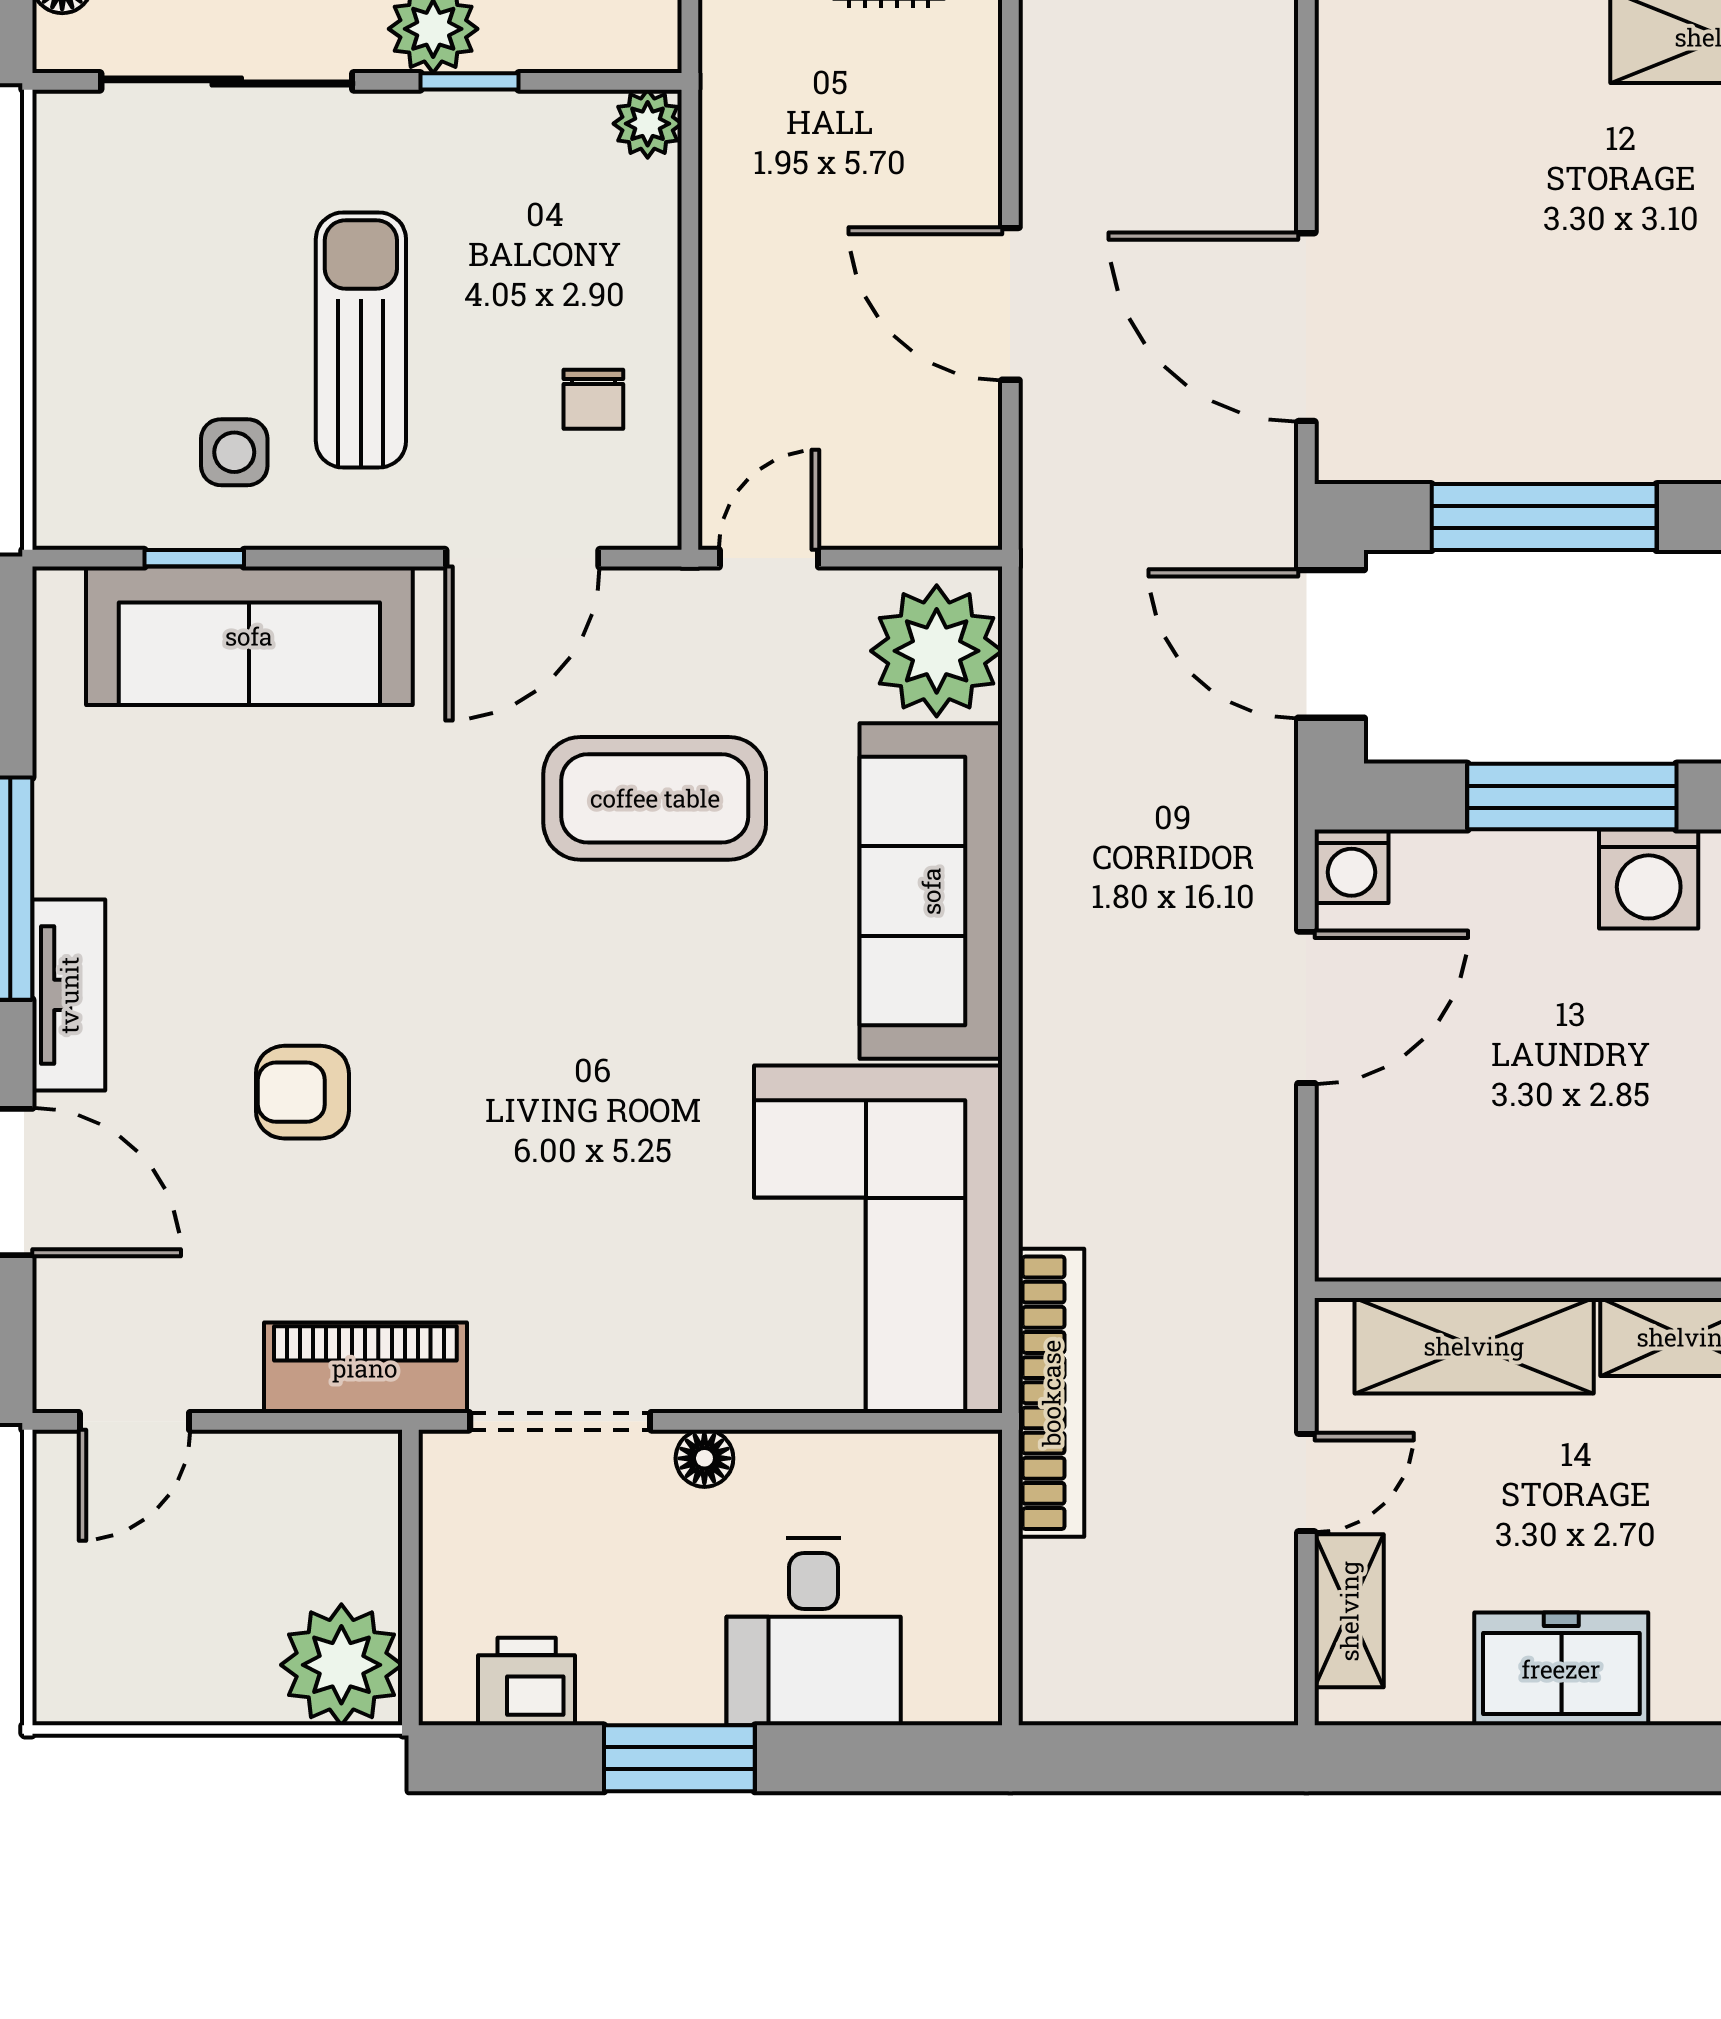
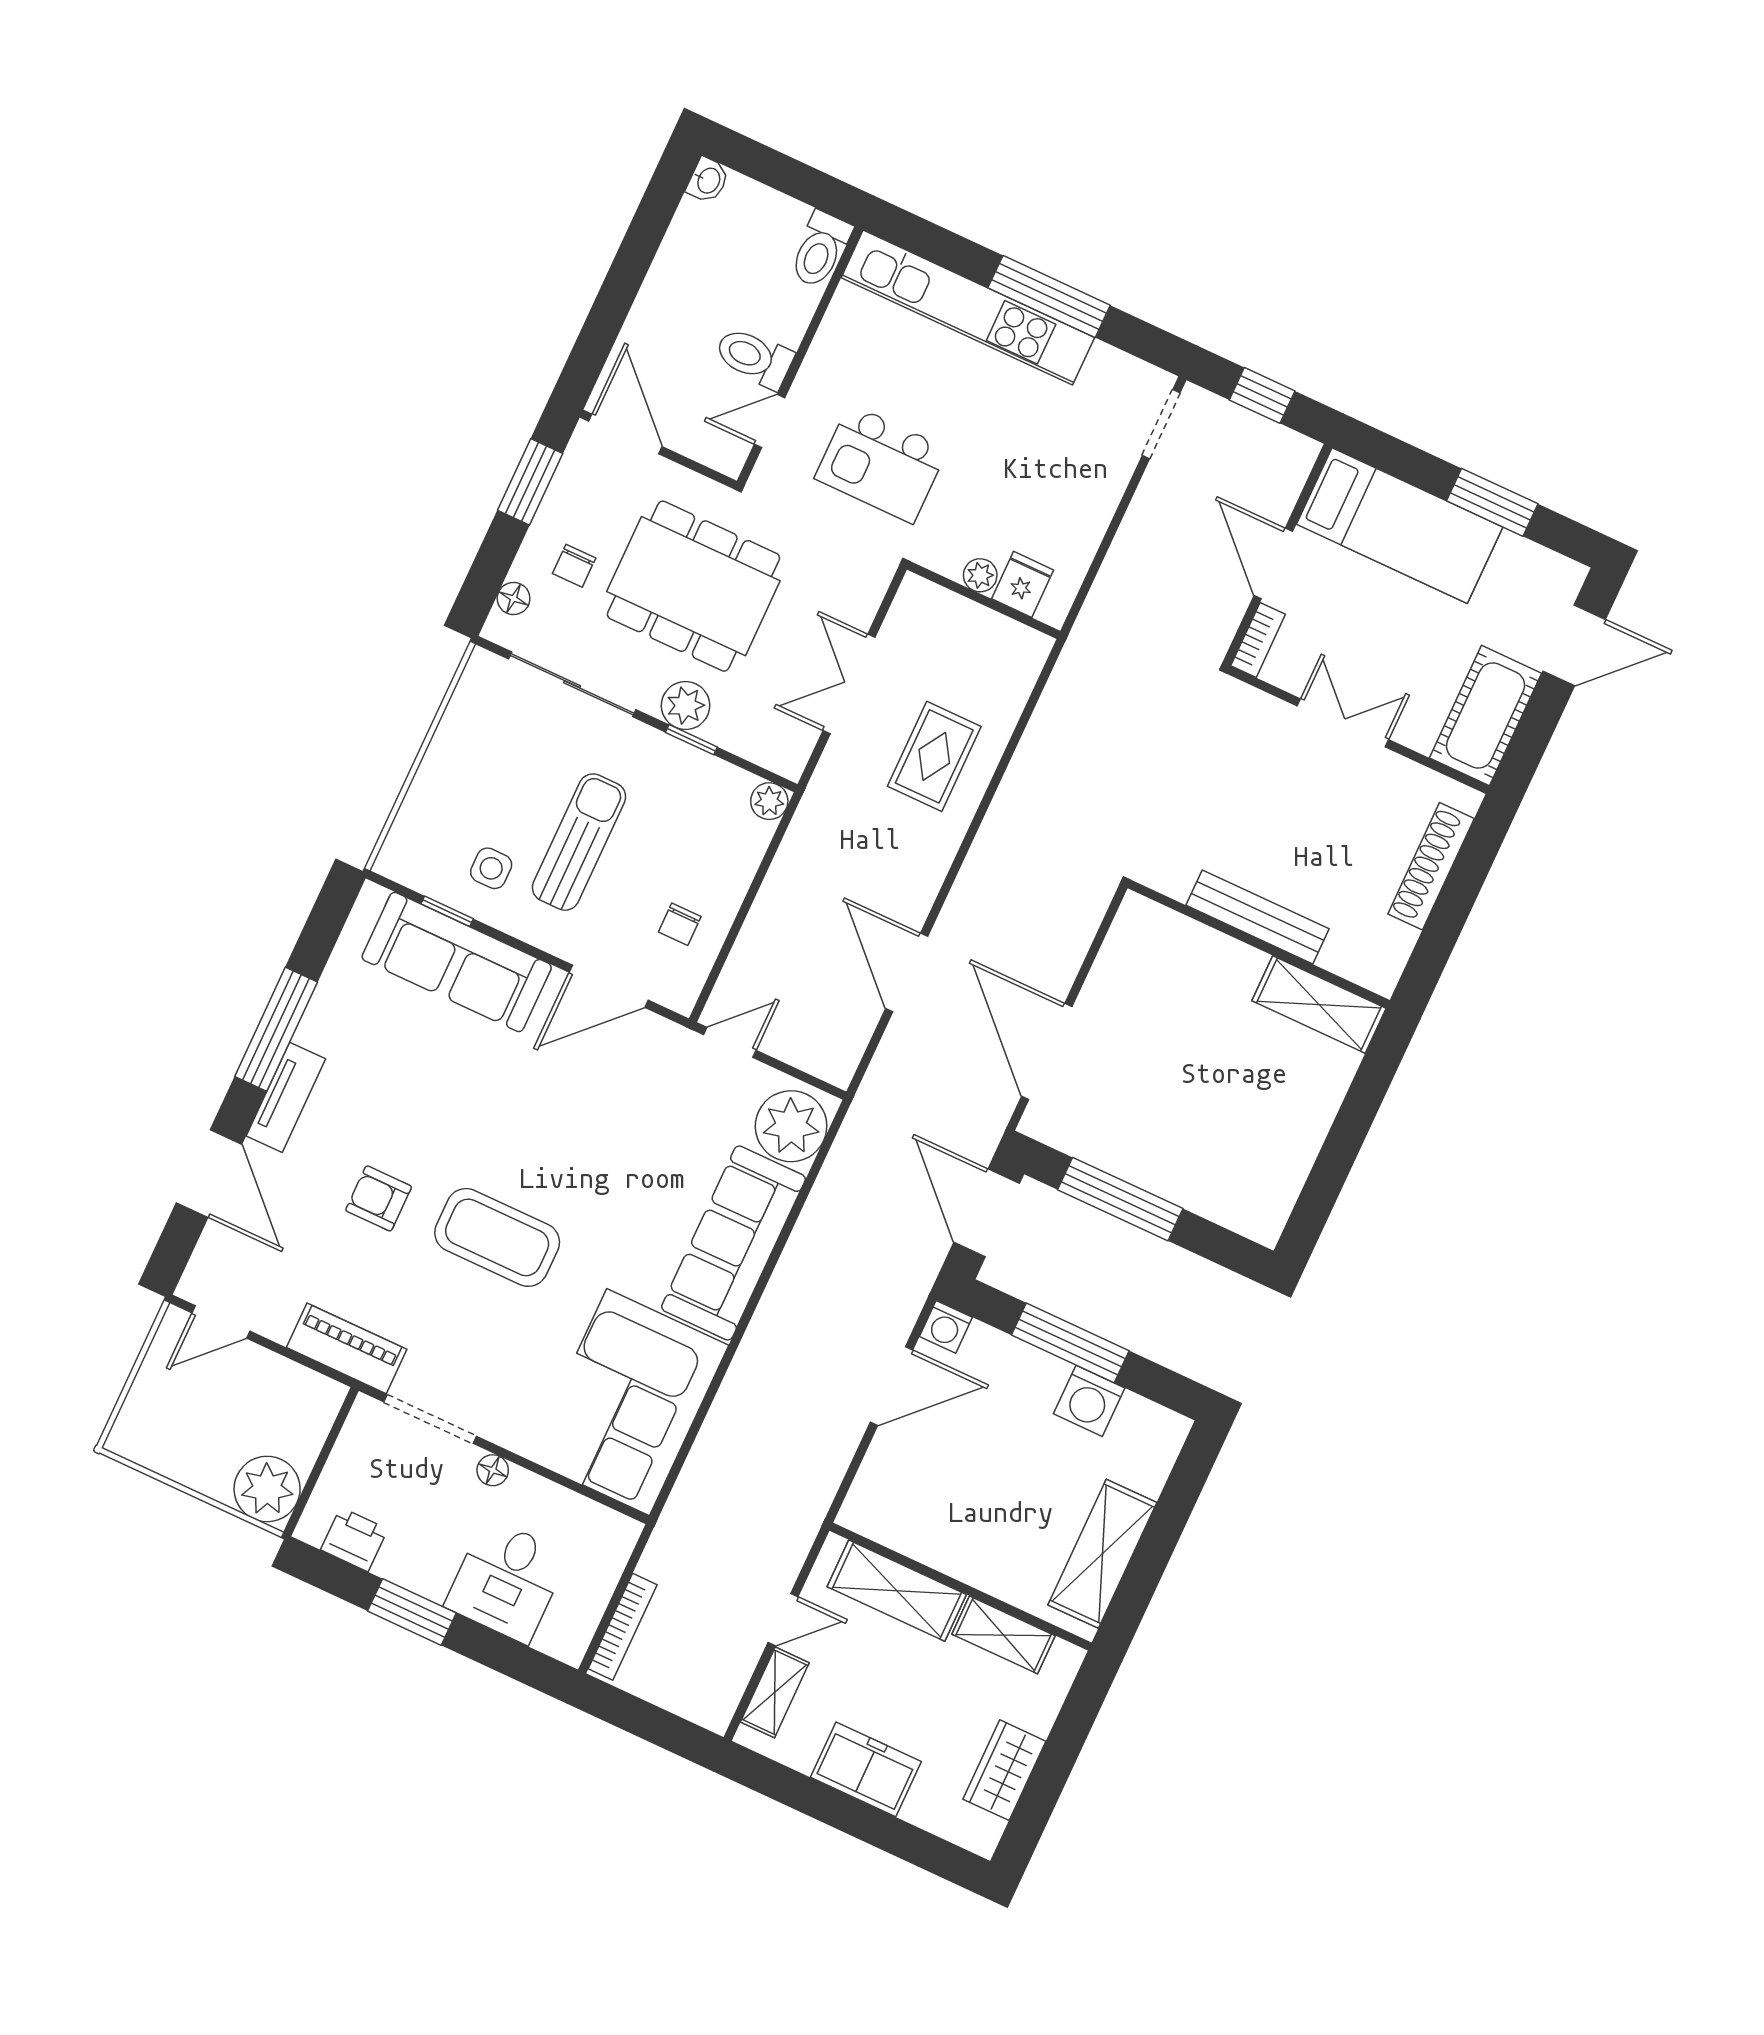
coffee table: (655, 798) -> (497, 1237), moved
bookcase: (1051, 1393) -> (623, 1627), moved, width x0.68, depth x0.76

